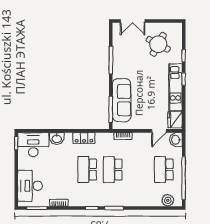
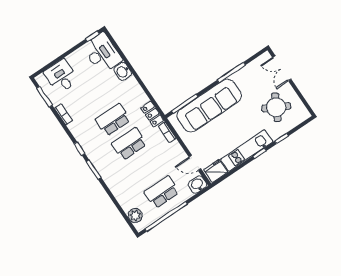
sofa: (122, 100) -> (209, 106), width x1.36, depth x1.27
locker: (84, 138) -> (152, 114), moved
desk: (30, 186) -> (61, 76), width x0.73

